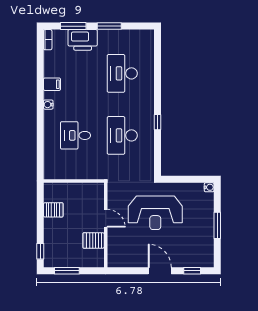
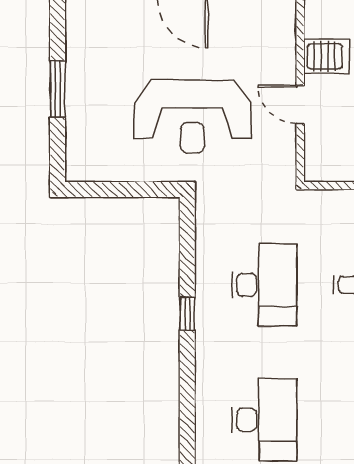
water cooler: (209, 187) -> (75, 172), removed
reception desk: (155, 213) -> (192, 117), turned 180

